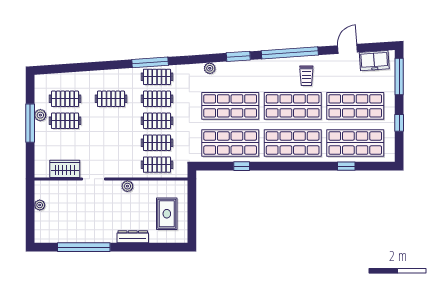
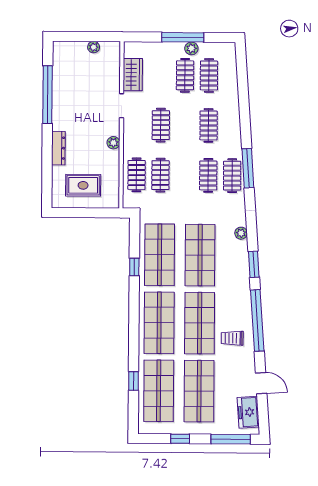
clothes rail: (157, 121) -> (161, 125), moved

